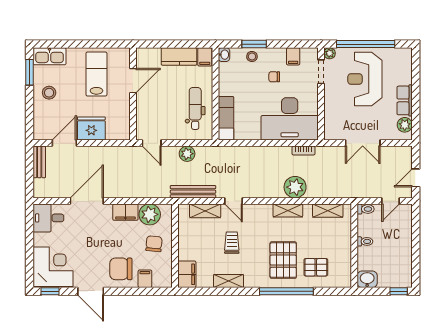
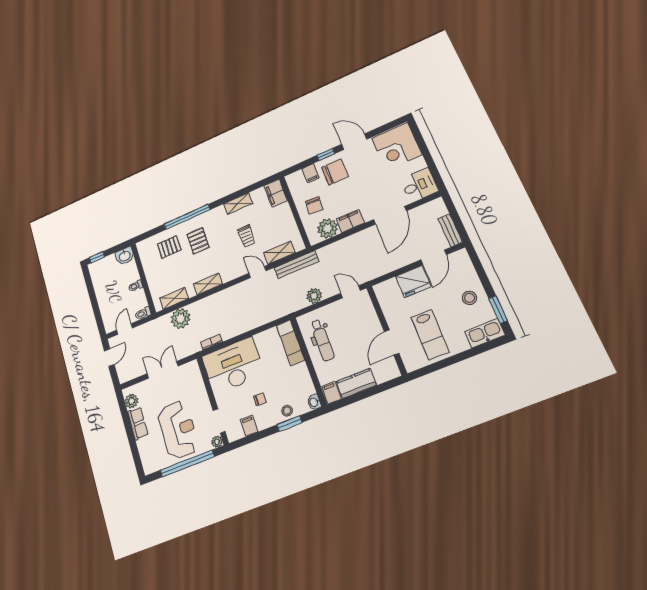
plant: (295, 187) -> (180, 318), moved
pallet: (283, 260) -> (198, 241), width x0.67, depth x0.71
window: (50, 291) -> (326, 155), moved

